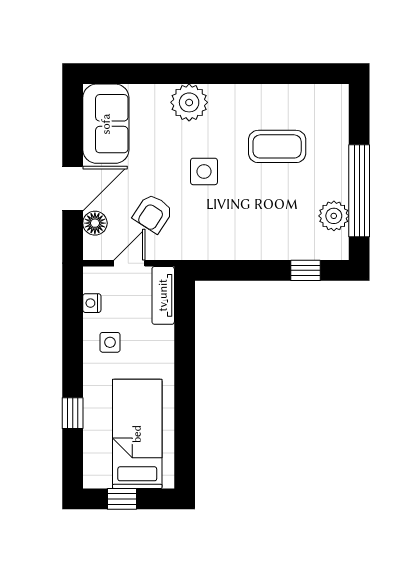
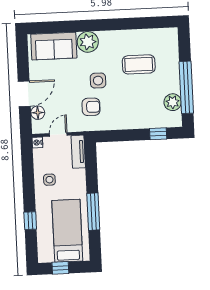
sofa: (106, 124) -> (54, 46), moved, turned 90
armchair: (153, 213) -> (91, 107), moved, turned -122
nightstand: (92, 303) -> (37, 143), moved
window: (185, 402) -> (93, 212), added

